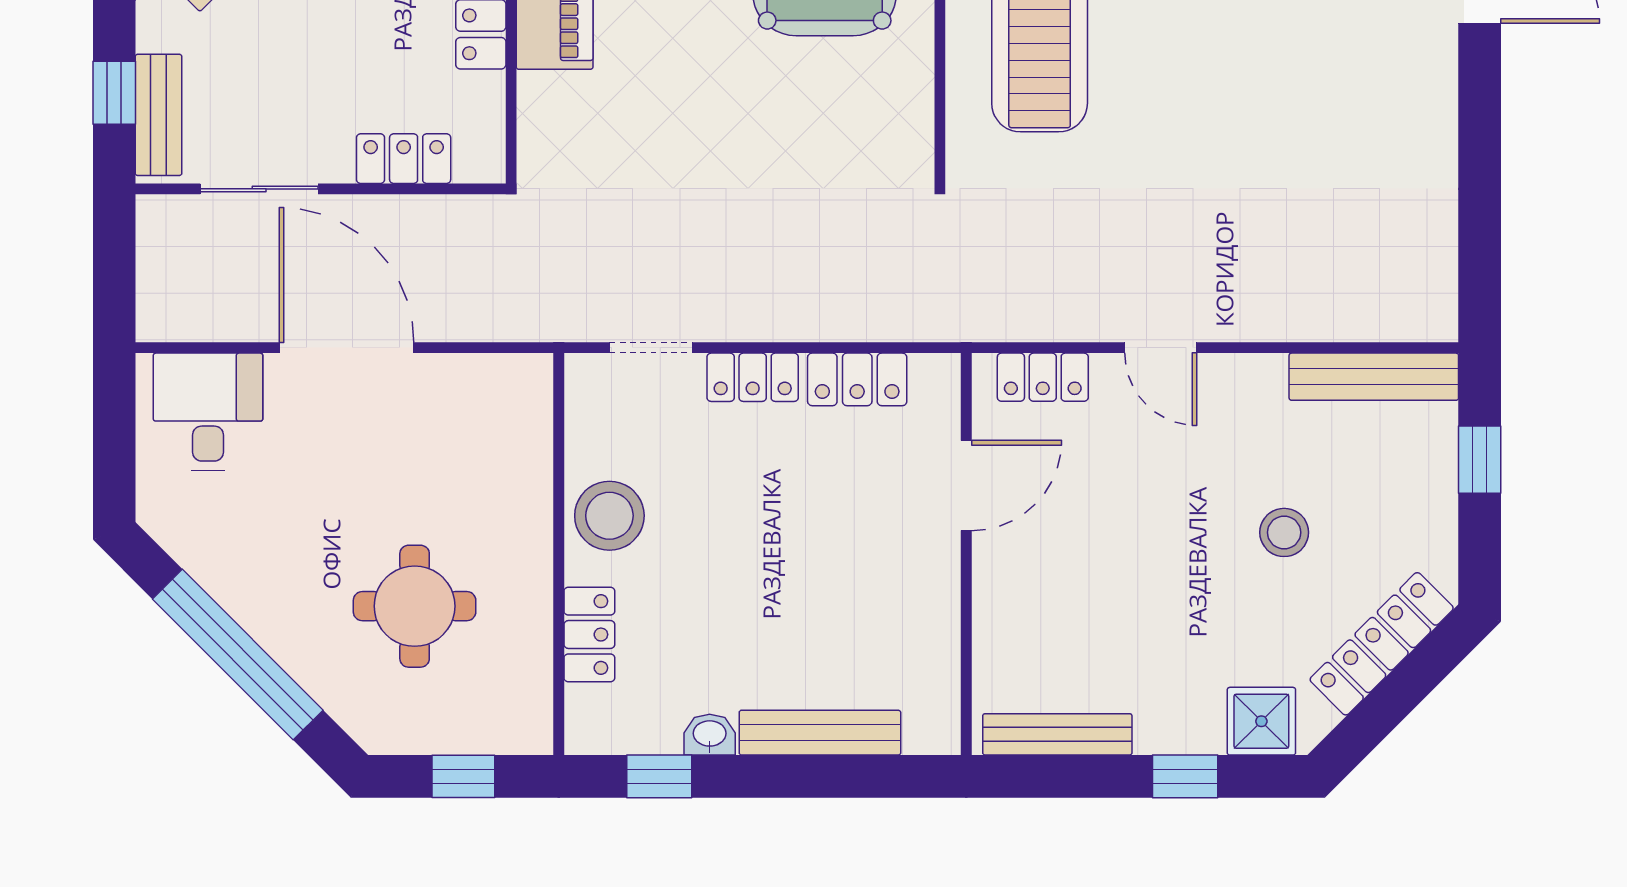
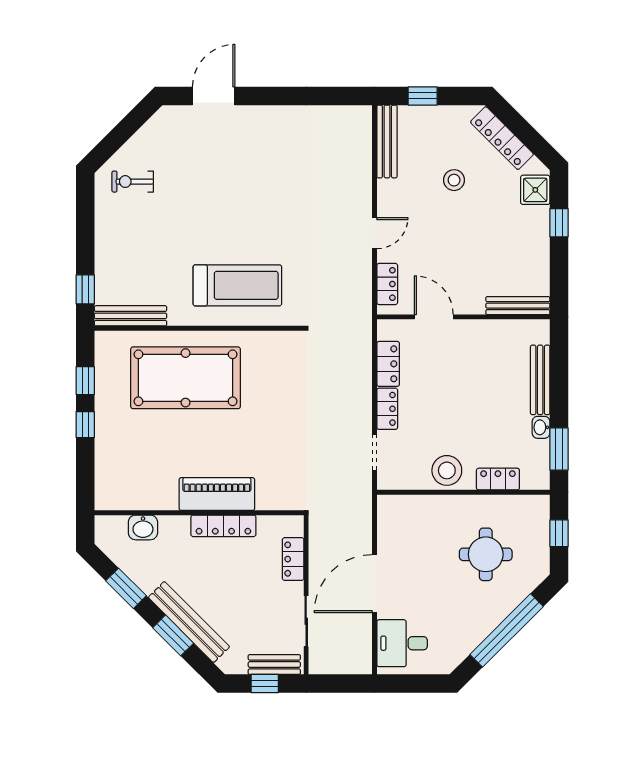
bench: (1057, 734) -> (518, 306), moved, turned 90
window: (659, 776) -> (559, 449), width x1.50

